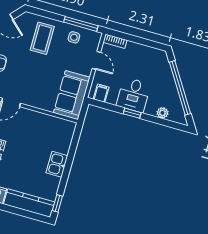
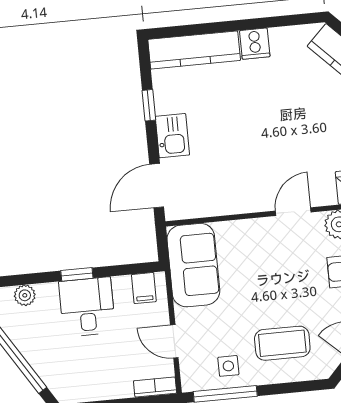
coffee table: (42, 38) -> (282, 343), turned 90
door: (75, 142) -> (157, 186), added
window: (57, 203) -> (149, 105), moved

